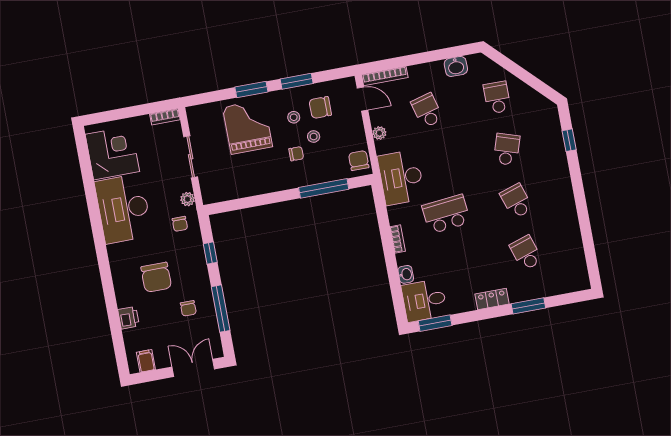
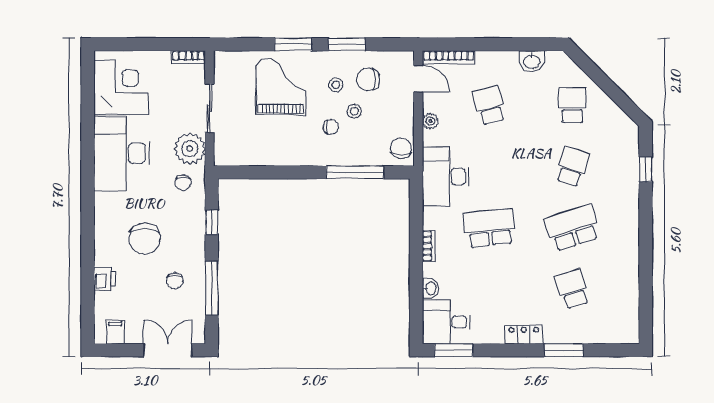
plant: (188, 199) -> (190, 149), width x1.88, depth x1.88
school desk: (516, 201) -> (572, 228), width x1.85

